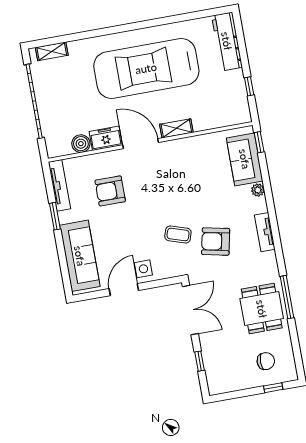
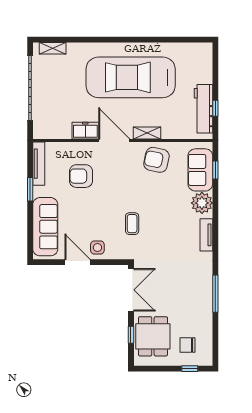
workbench: (227, 41) -> (203, 109), moved
window: (259, 142) -> (215, 170), moved
boiler: (81, 144) -> (63, 131), removed
plant: (258, 190) -> (202, 203), width x1.87, depth x1.87
coffee table: (178, 234) -> (132, 224), turned 72
armchair: (216, 241) -> (156, 160), moved
door: (124, 290) -> (78, 262), hinge flipped
dining table: (262, 309) -> (153, 336), moved
chair: (266, 361) -> (187, 345), turned 180

